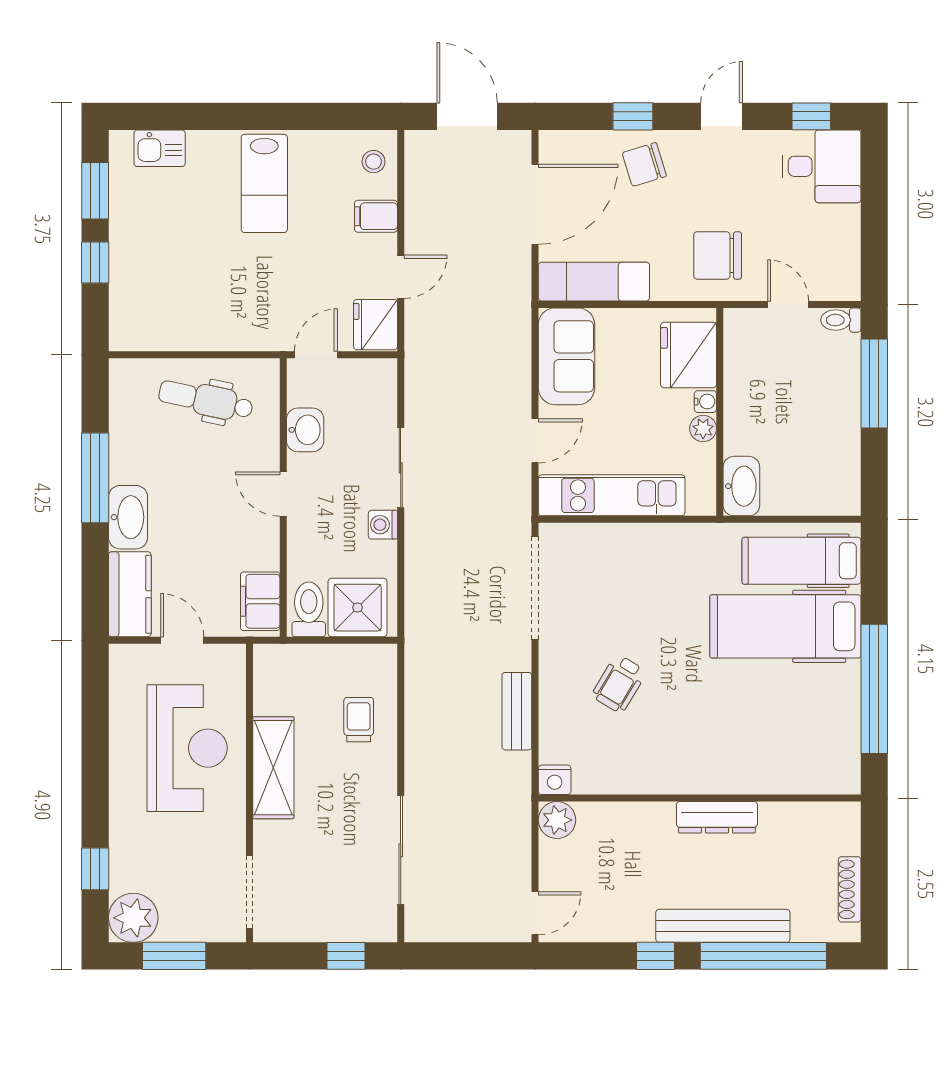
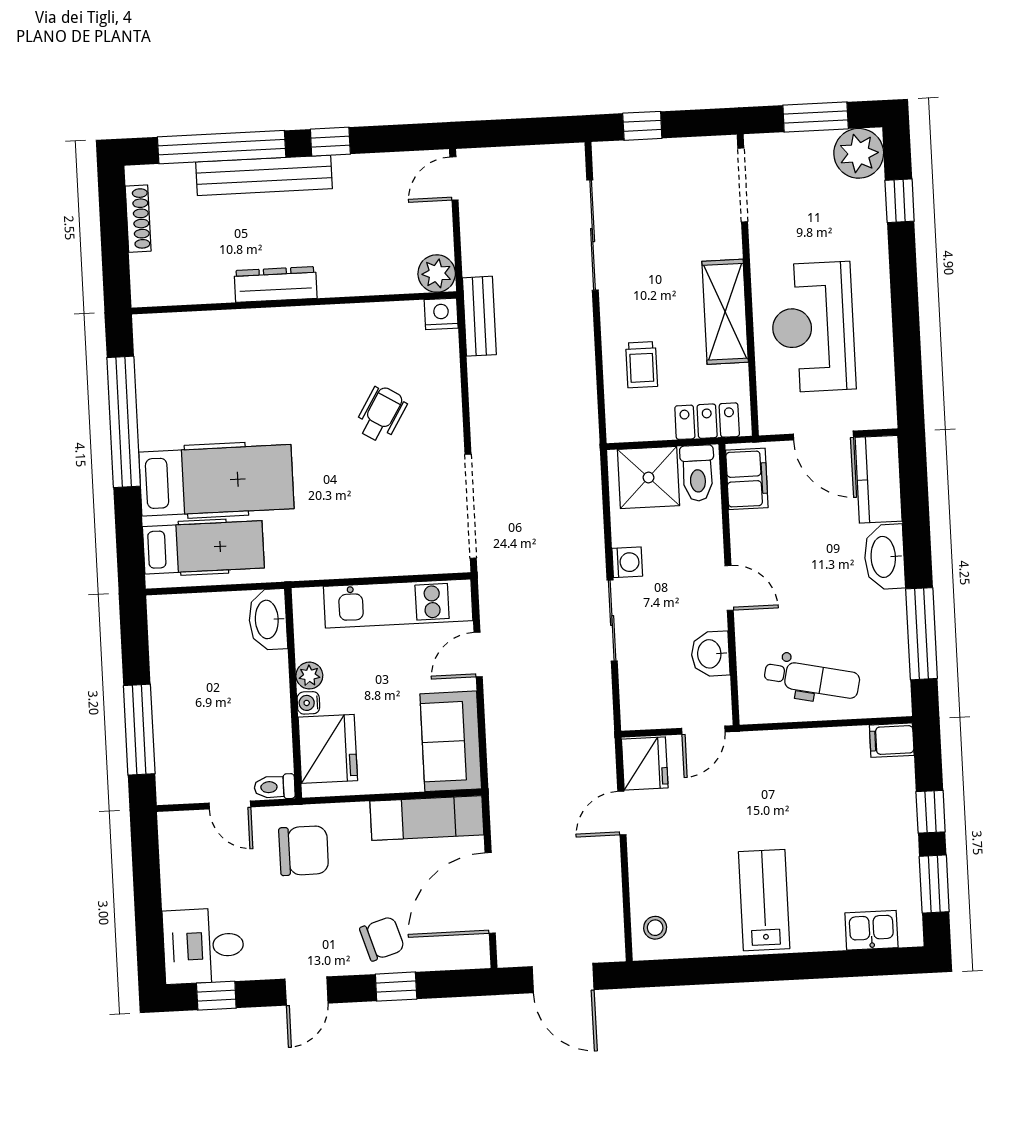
filing cabinet: (376, 216) -> (892, 740), moved, turned 180
toilet: (841, 320) -> (275, 787), moved, turned 180
window: (95, 478) -> (922, 634), moved
door: (182, 640) -> (823, 436), width x1.38
locker: (297, 660) -> (707, 421), added
bench: (517, 711) -> (479, 316), moved

